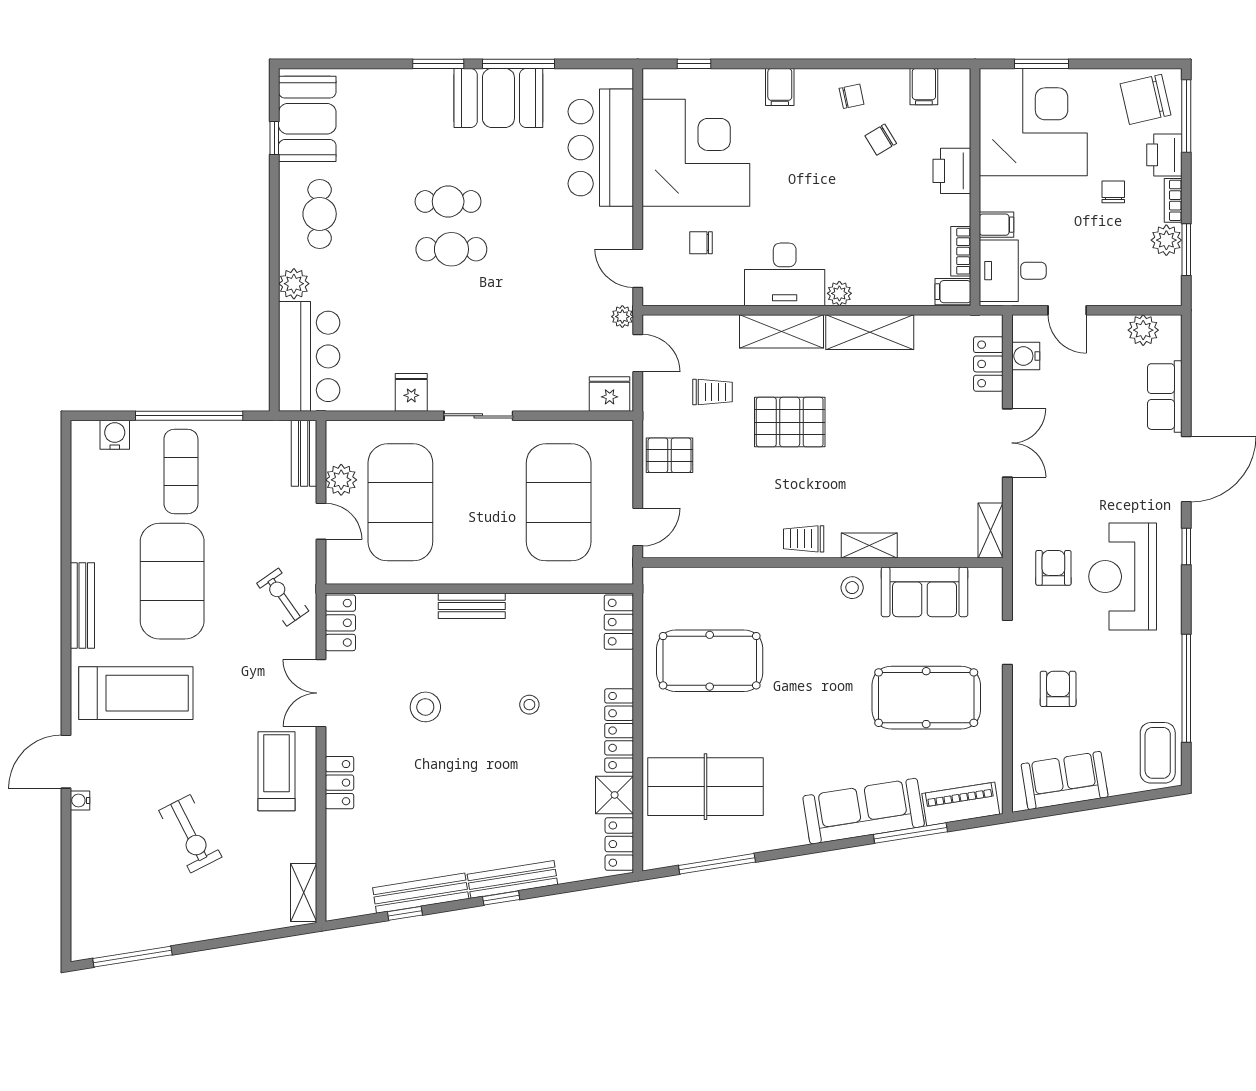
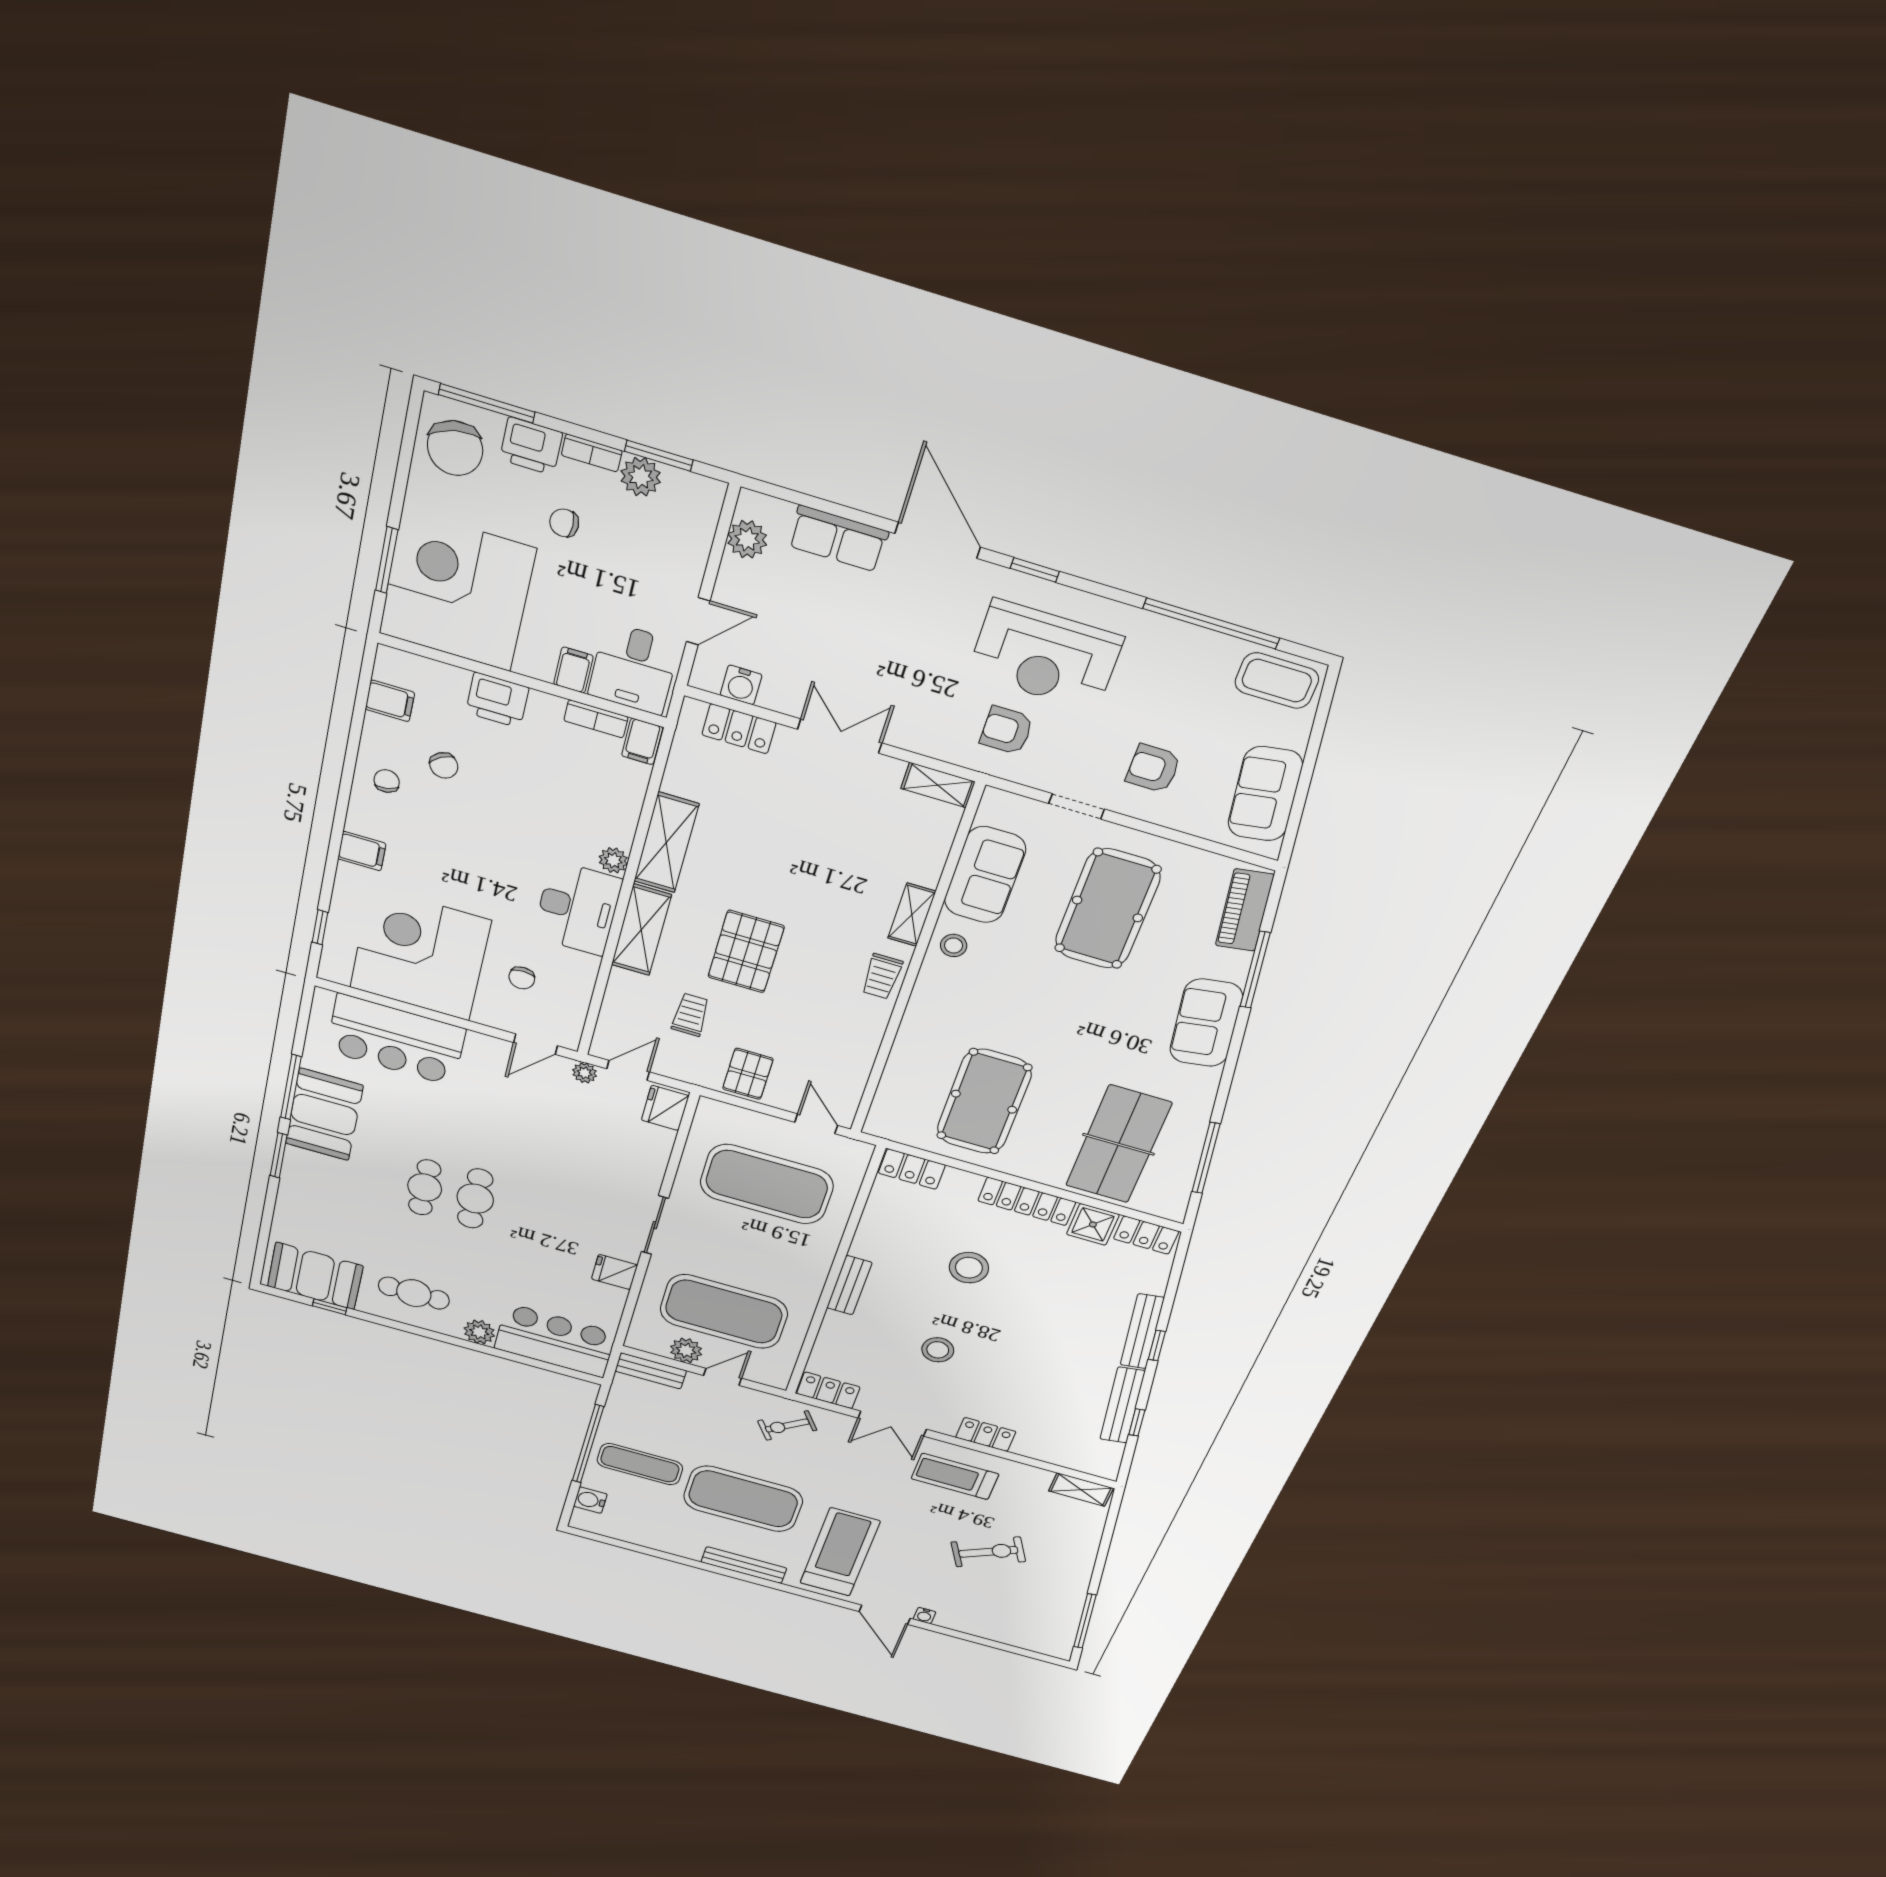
stool: (529, 705) -> (969, 1268), width x1.89, depth x1.89
sofa: (864, 811) -> (1206, 1023), width x0.73

